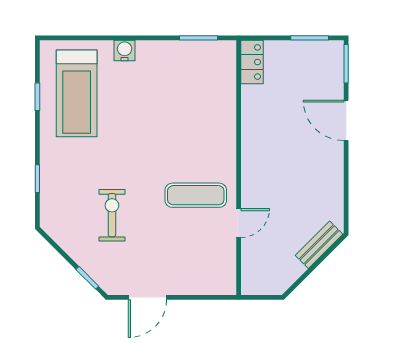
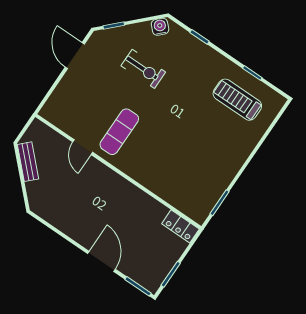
water cooler: (125, 50) -> (160, 27), moved, turned -135
treadmill: (77, 93) -> (237, 100), width x0.73, depth x0.73
door: (346, 120) -> (101, 261), hinge flipped
bench: (319, 245) -> (28, 162), moved

